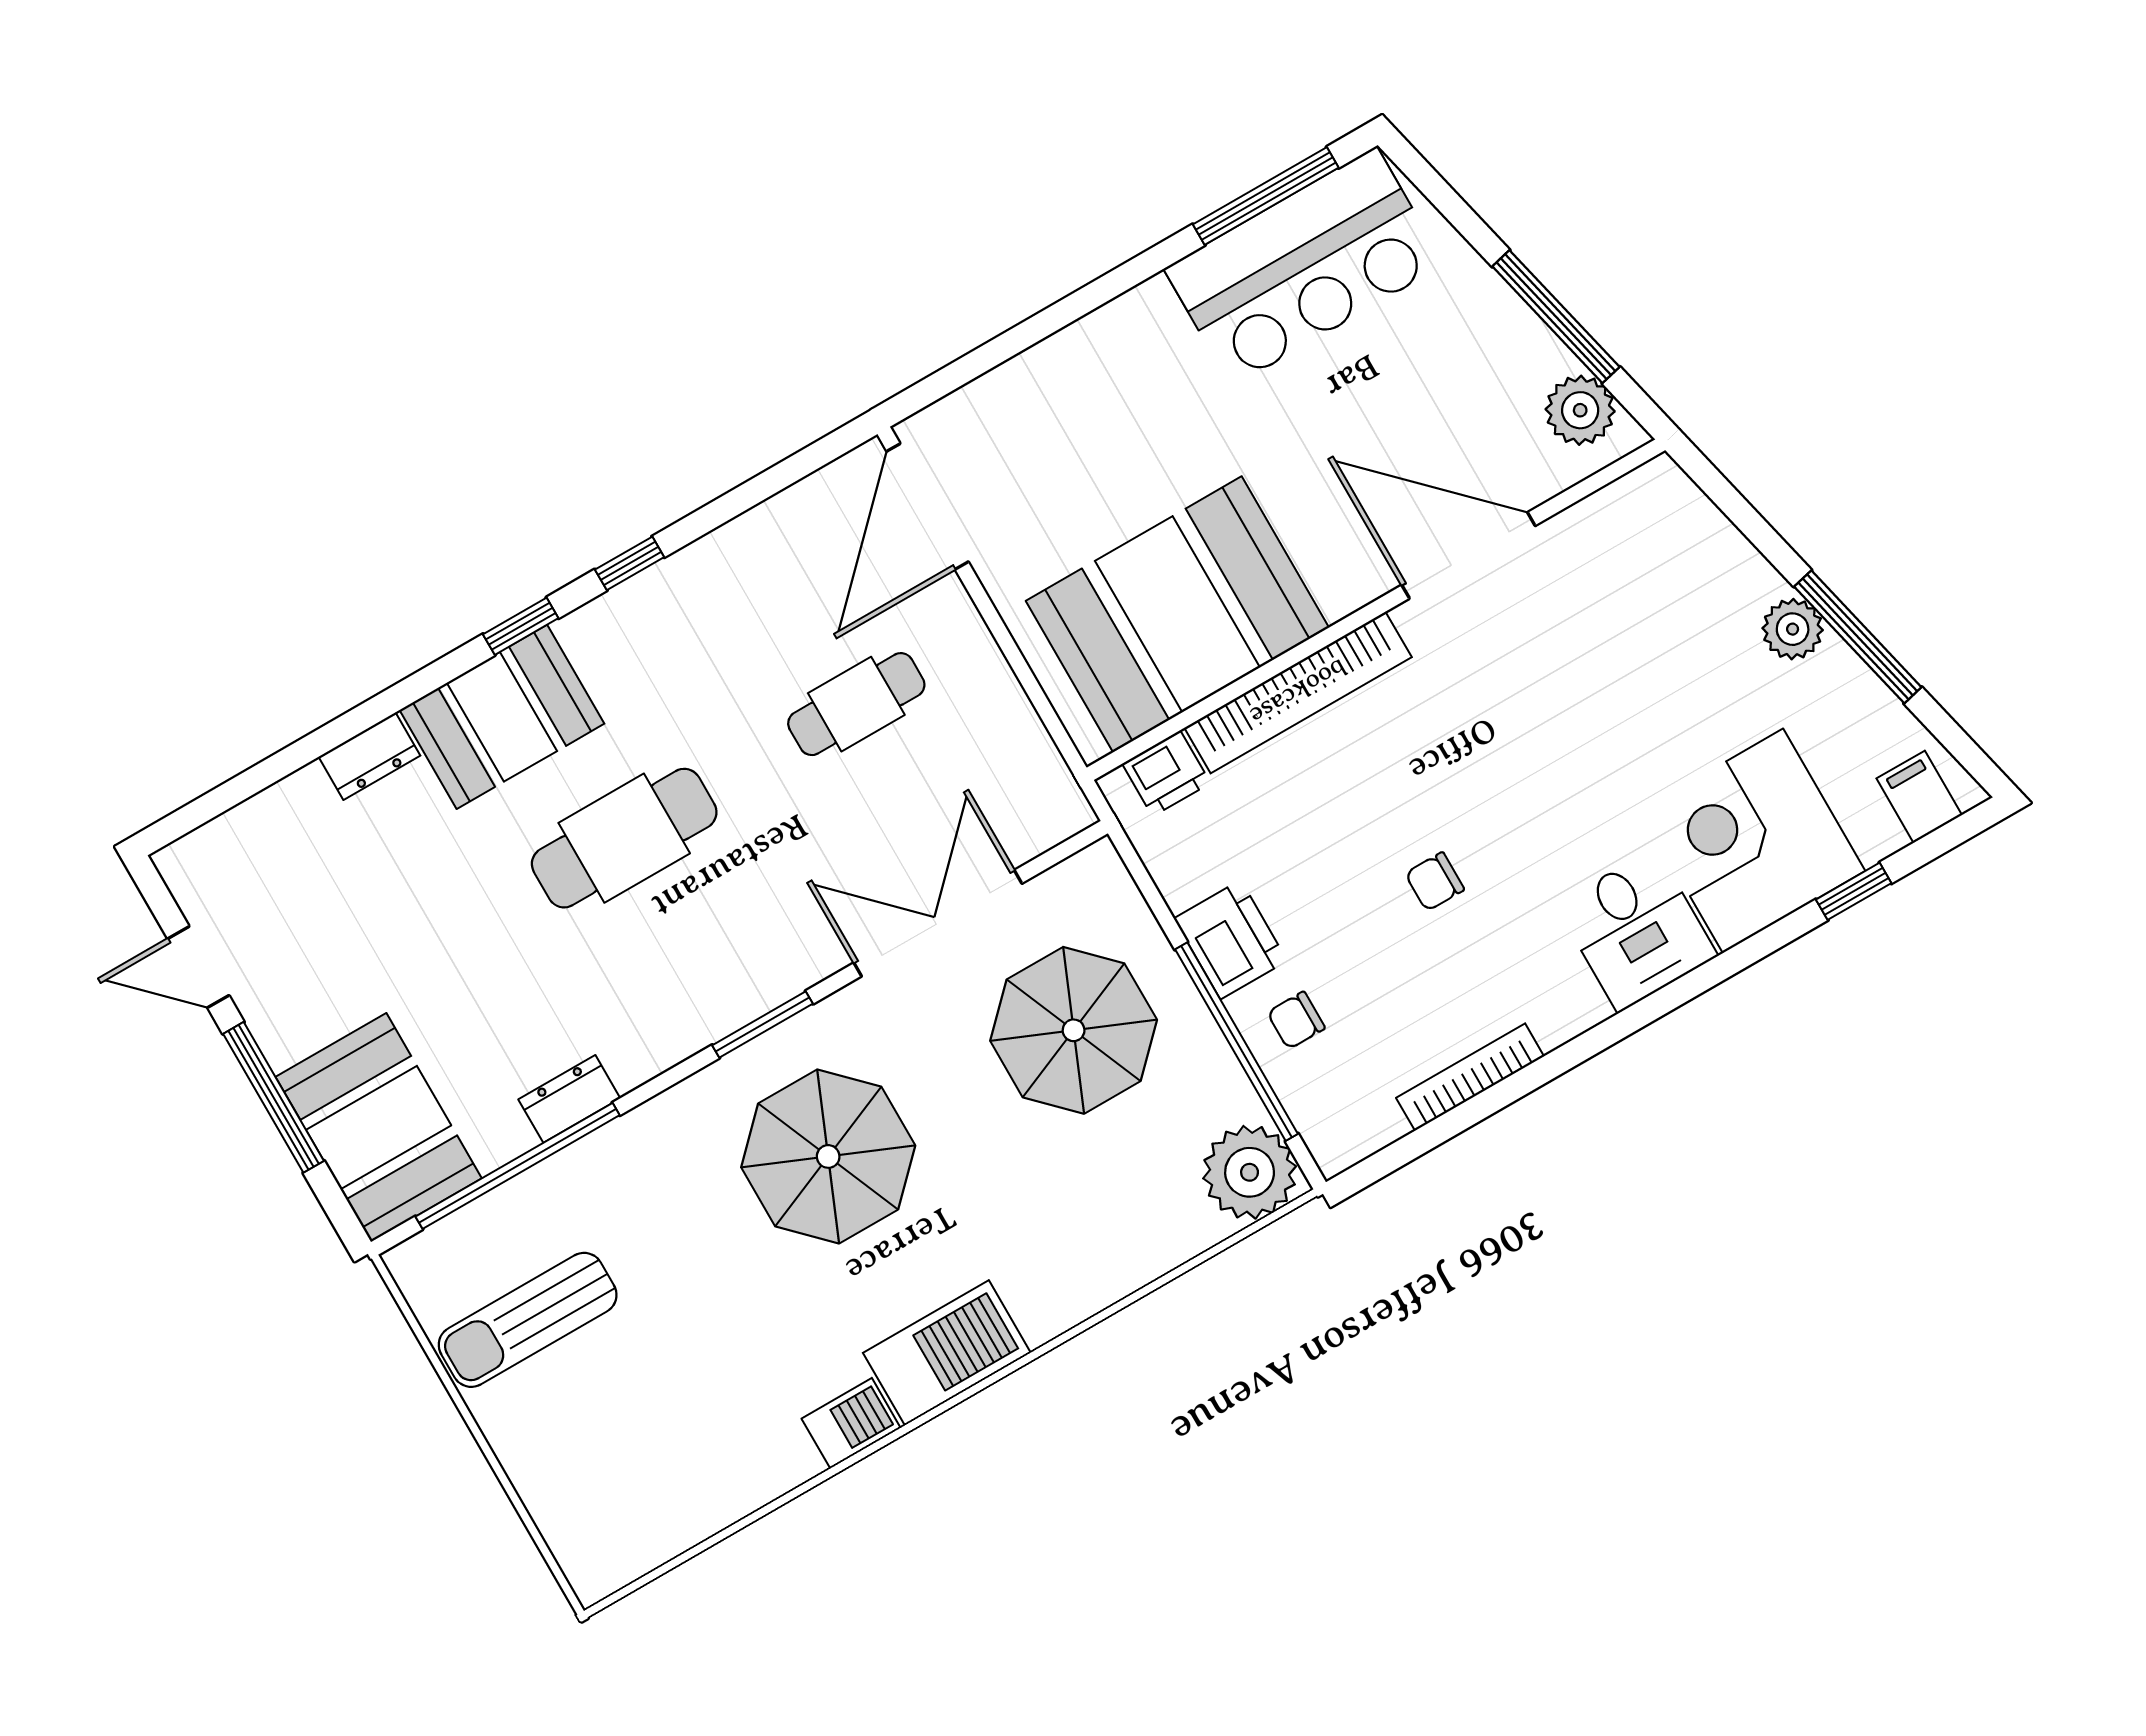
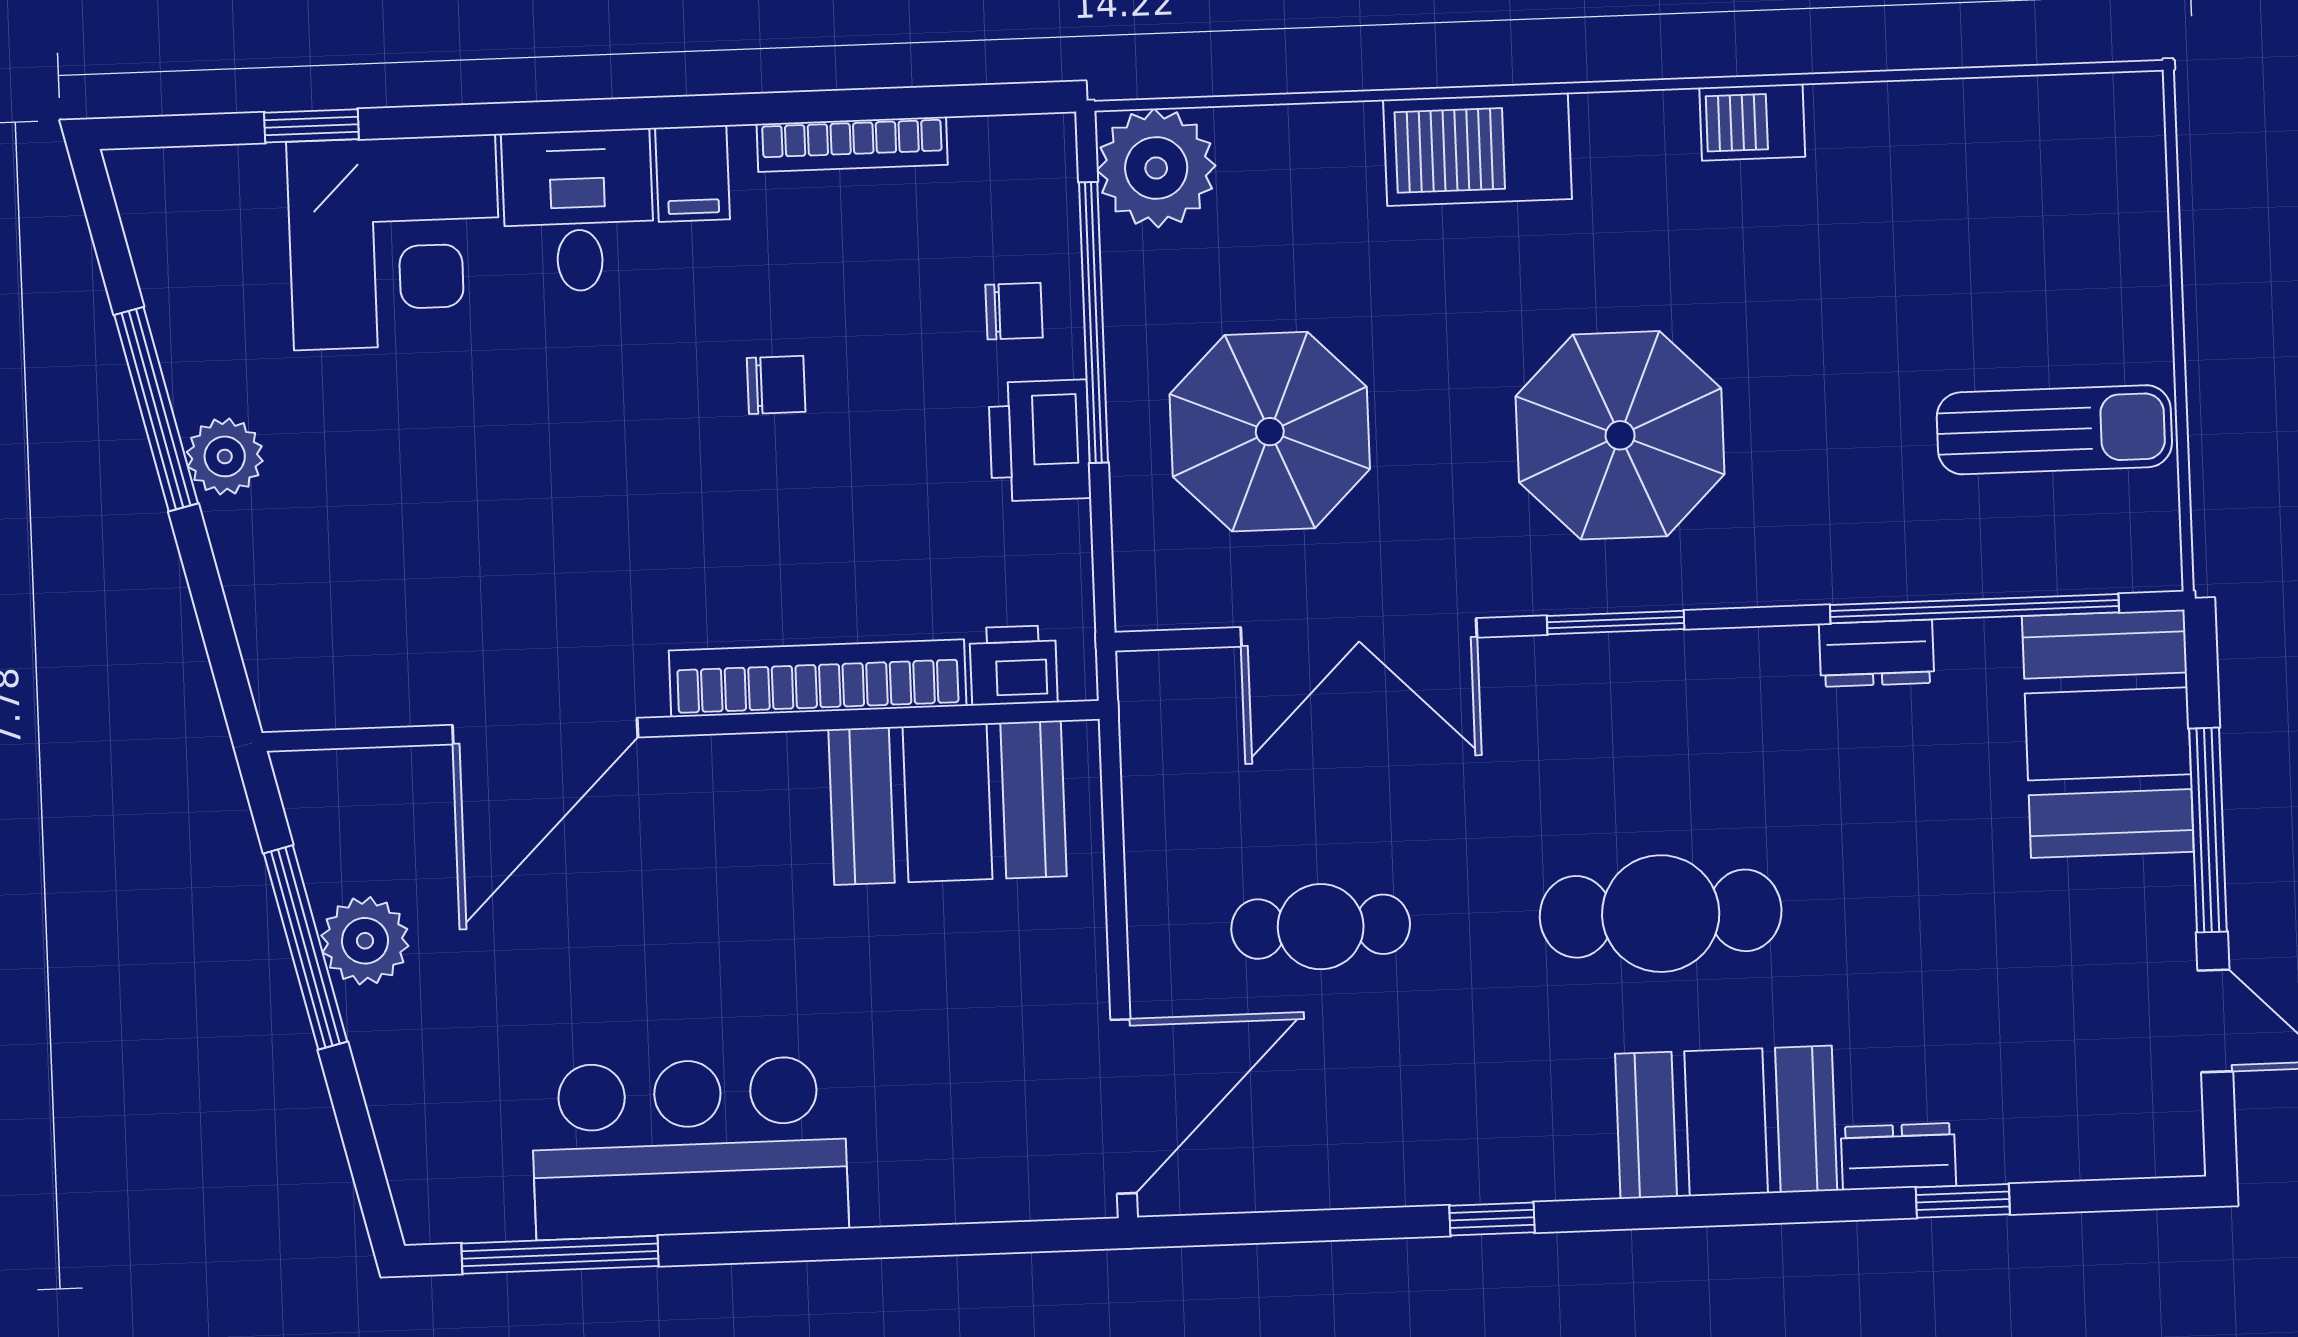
bar counter: (1304, 267) -> (689, 1148), moved
plant: (1580, 410) -> (365, 941), moved
door: (1468, 555) -> (545, 731), hinge flipped
booth: (1177, 614) -> (947, 803), width x0.73, depth x0.70
window: (521, 626) -> (1963, 1201), moved
filing cabinet: (1919, 797) -> (692, 174), moved
barbecue: (947, 1353) -> (1477, 149), moved

